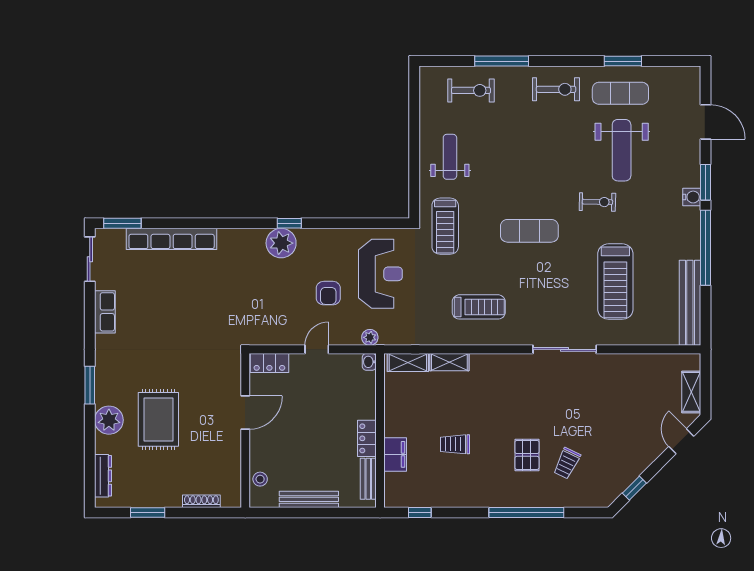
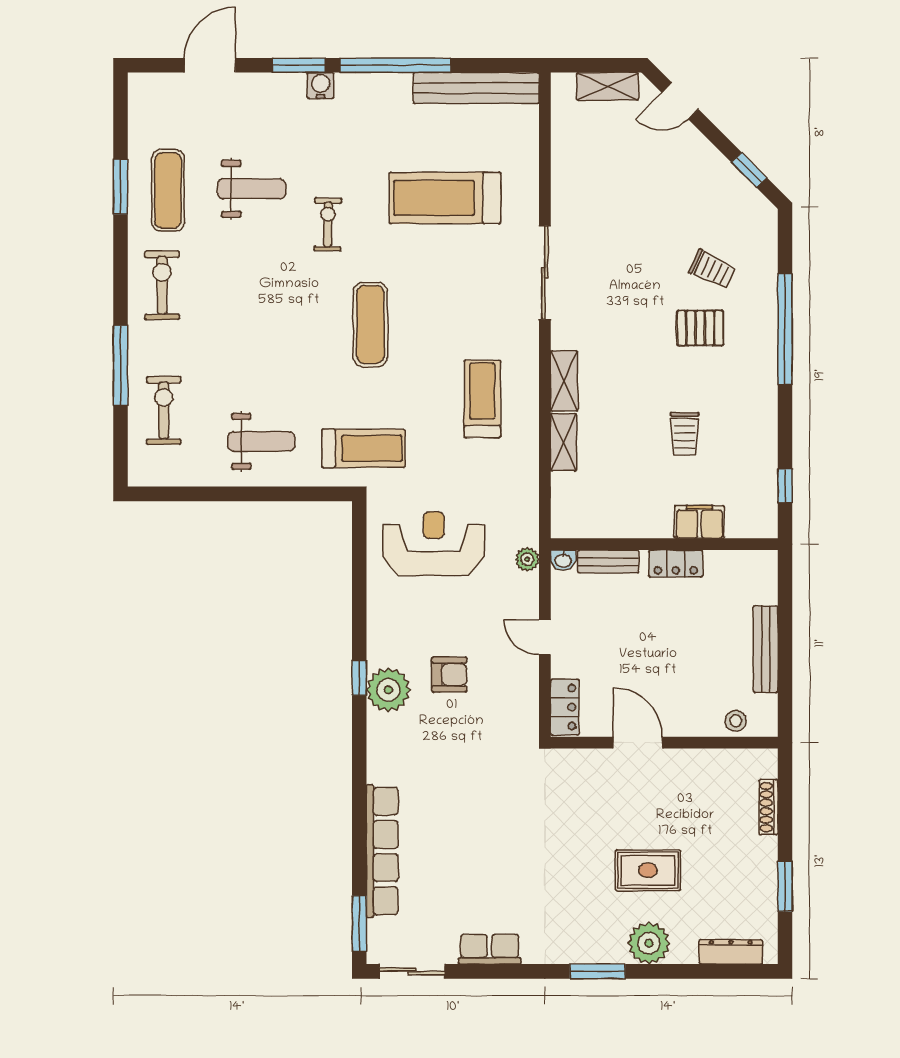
weight bench: (622, 150) -> (252, 189), width x0.73, depth x0.75
weight bench: (450, 157) -> (261, 441), turned 180
treadmill: (615, 282) -> (445, 198), turned 180
armchair: (328, 293) -> (449, 675), moved
shelving: (408, 362) -> (564, 381), moved
rug: (158, 419) -> (648, 870), width x0.73, depth x0.70
bench: (368, 479) -> (608, 562), moved

